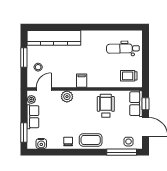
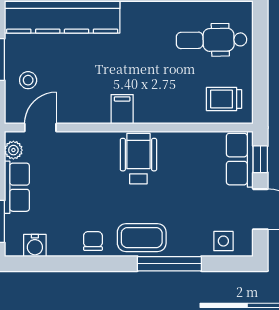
plant: (67, 97) -> (90, 144), removed
wheelchair: (106, 106) -> (138, 159), moved
window: (122, 152) -> (169, 264), moved

